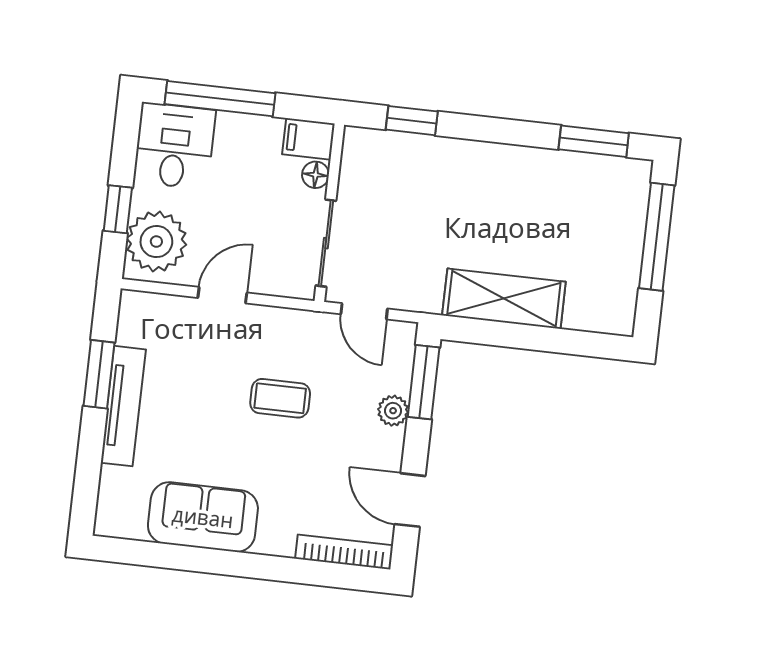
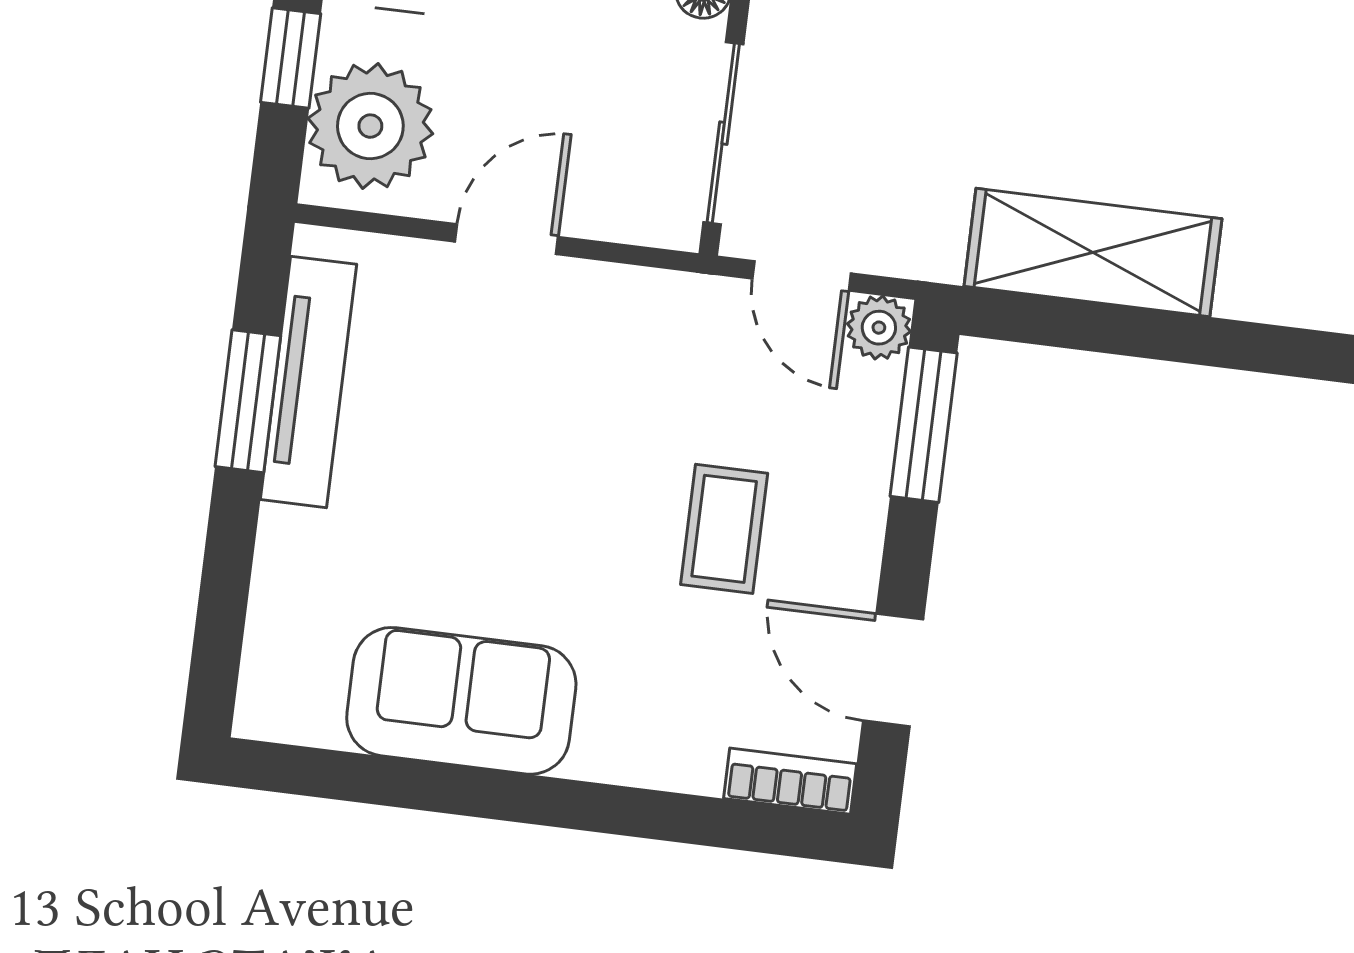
coffee table: (280, 398) -> (724, 529), moved, turned 90
tv unit: (123, 406) -> (308, 382), moved
plant: (393, 411) -> (879, 328), moved
bookcase: (344, 552) -> (790, 781), width x0.64

